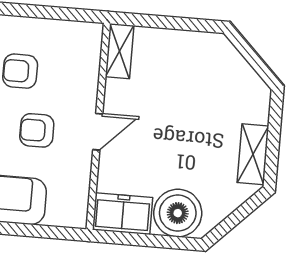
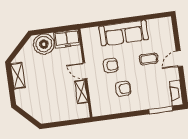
shelving: (120, 51) -> (81, 92), moved
door: (98, 132) -> (85, 71), hinge flipped

